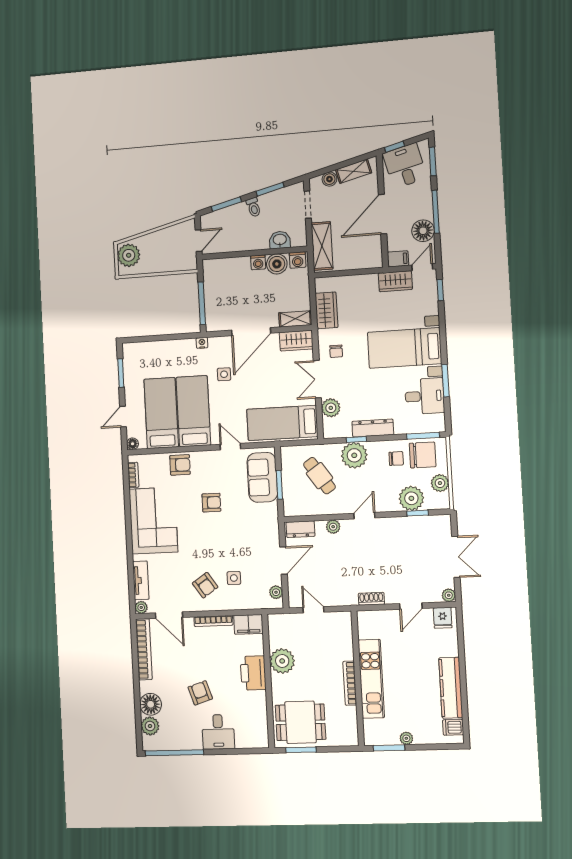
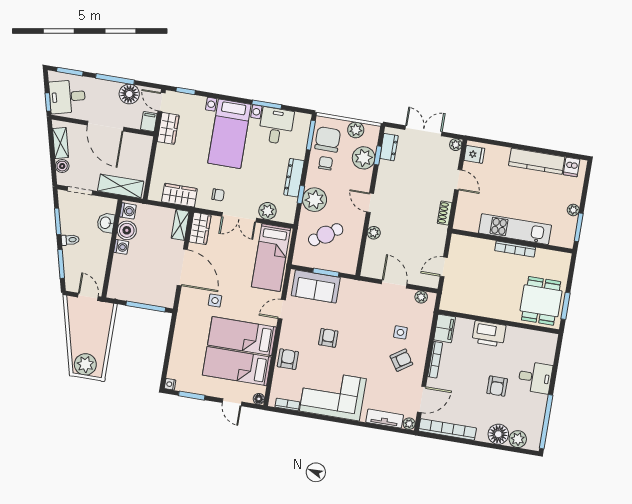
nightstand: (202, 343) -> (170, 384), moved
dresser: (301, 529) -> (389, 147), moved
plant: (282, 661) -> (483, 305), removed
armchair: (200, 693) -> (497, 386), turned -72

